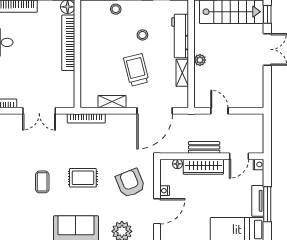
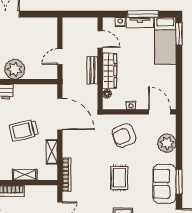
plant: (200, 60) -> (15, 69), width x1.88, depth x1.88
shelving: (182, 73) -> (25, 175), moved
nightstand: (258, 164) -> (120, 22), moved
door: (157, 211) -> (160, 112), moved

